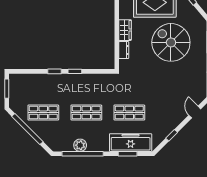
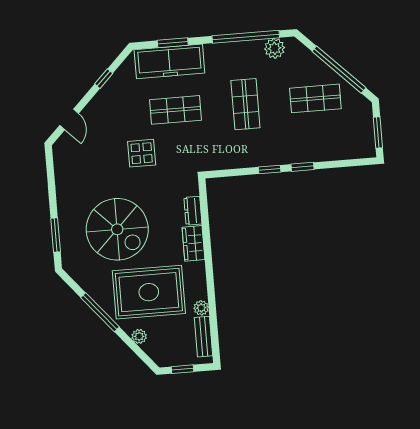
display table: (152, 88) -> (142, 153), added
shop shelf: (86, 113) -> (245, 104), turned 90
plant: (80, 145) -> (275, 48), moved

